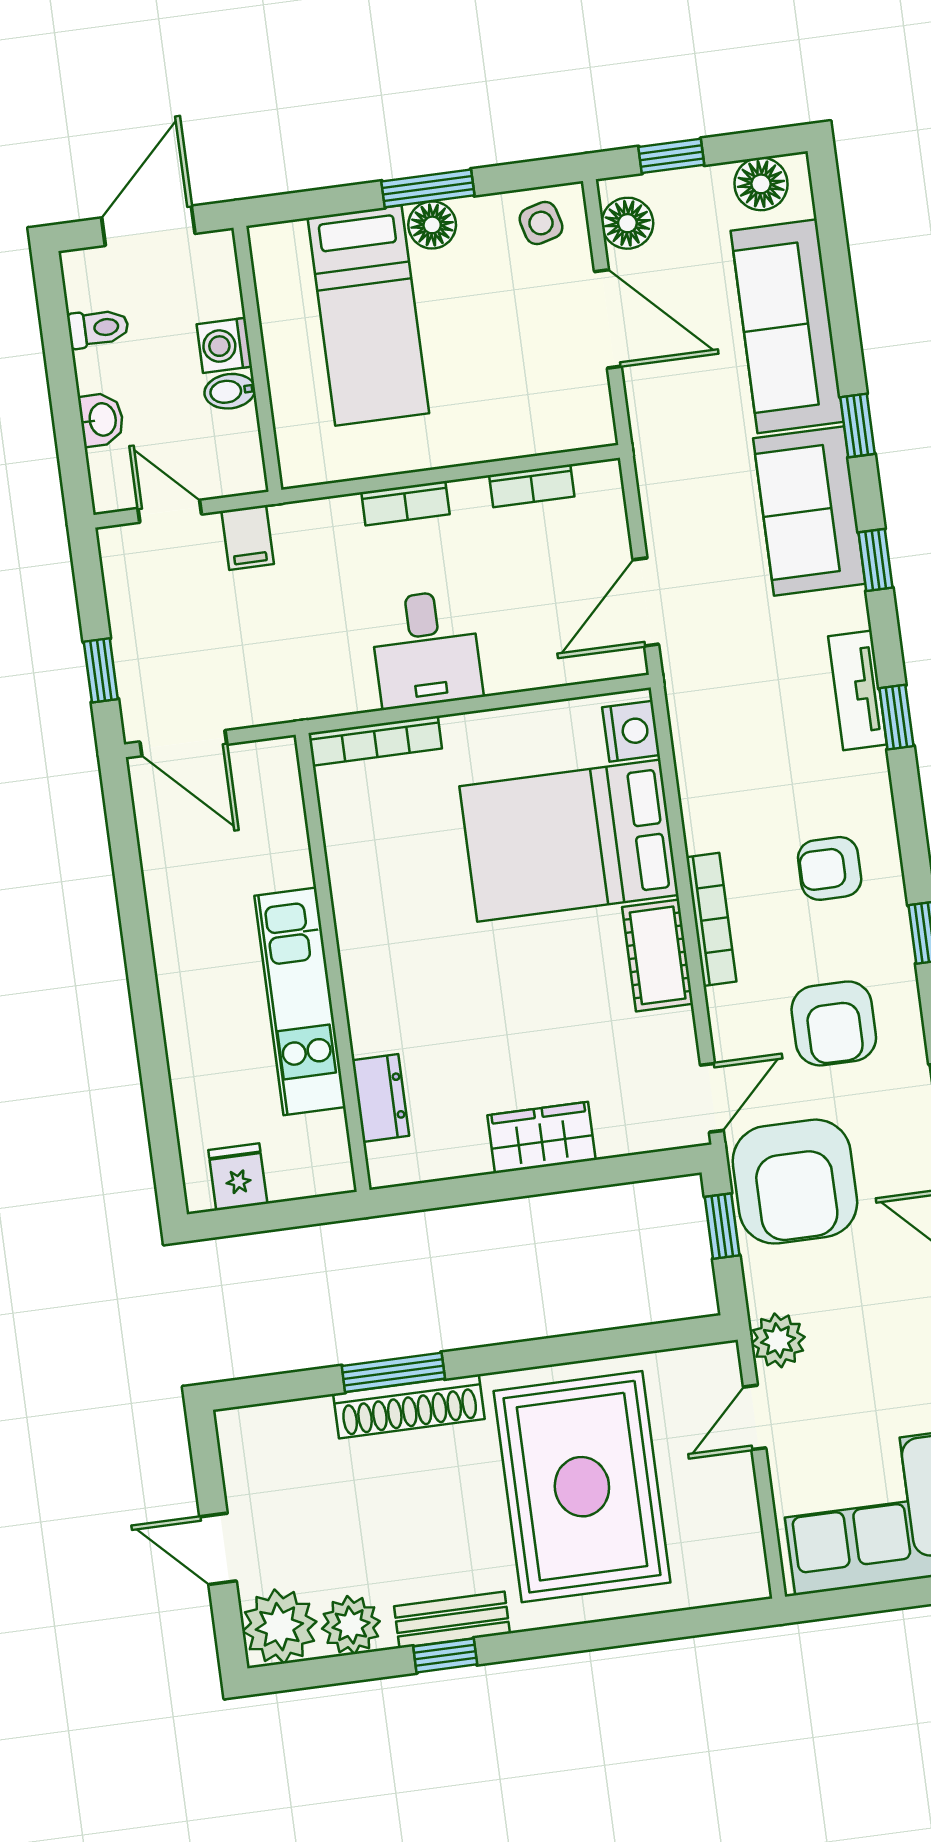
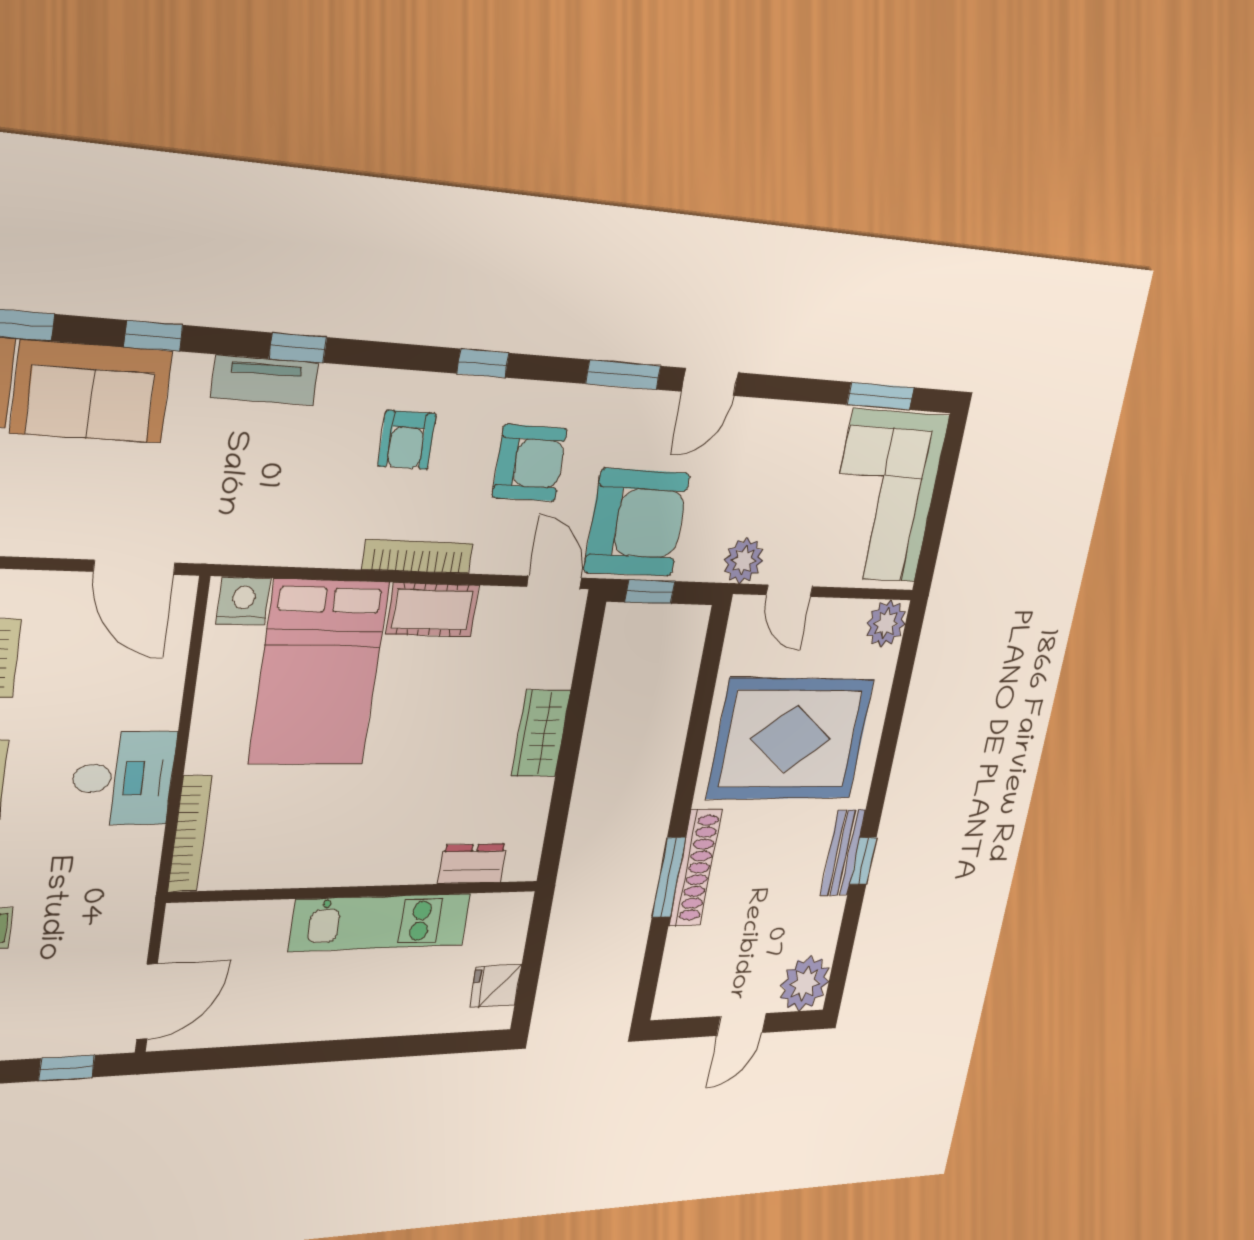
plant: (351, 1625) -> (886, 623), moved

